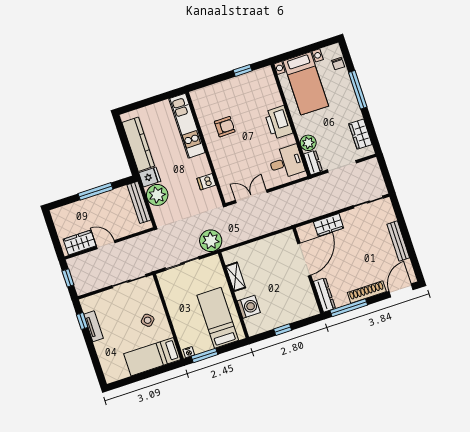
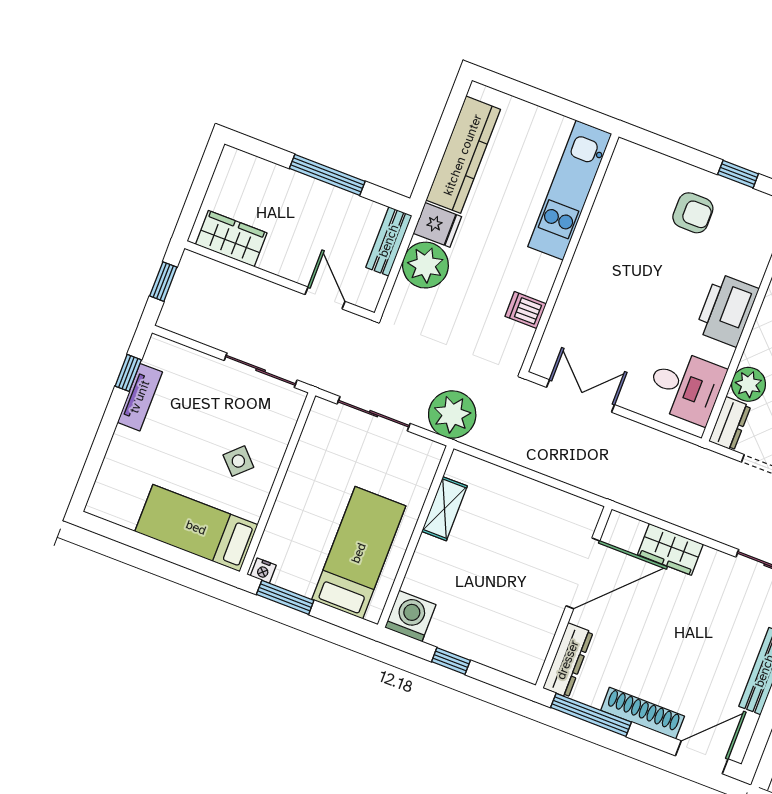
armchair: (225, 127) -> (693, 213), moved
bench: (139, 202) -> (389, 241), width x0.73
door: (106, 245) -> (325, 298), moved
washing machine: (249, 307) -> (410, 616), moved, turned -90

